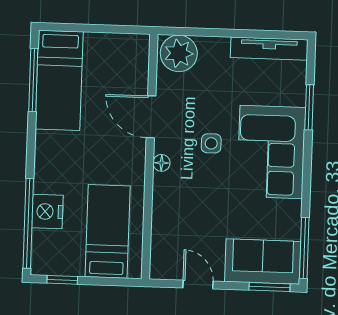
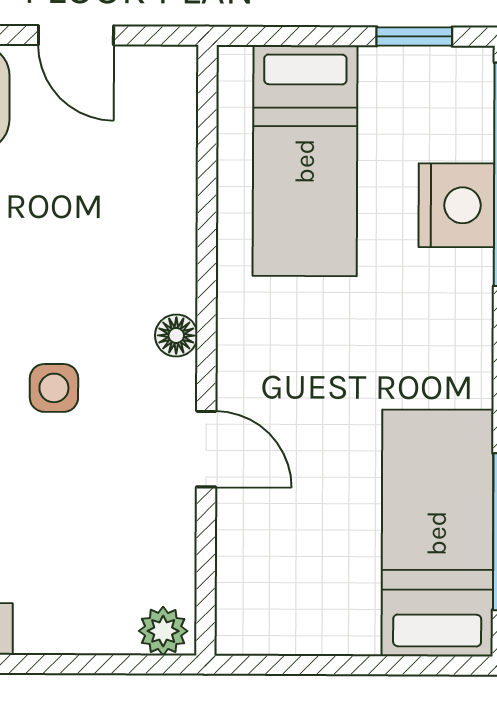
plant: (179, 53) -> (163, 631), width x0.53, depth x0.53
door: (151, 117) -> (206, 449), width x0.73

